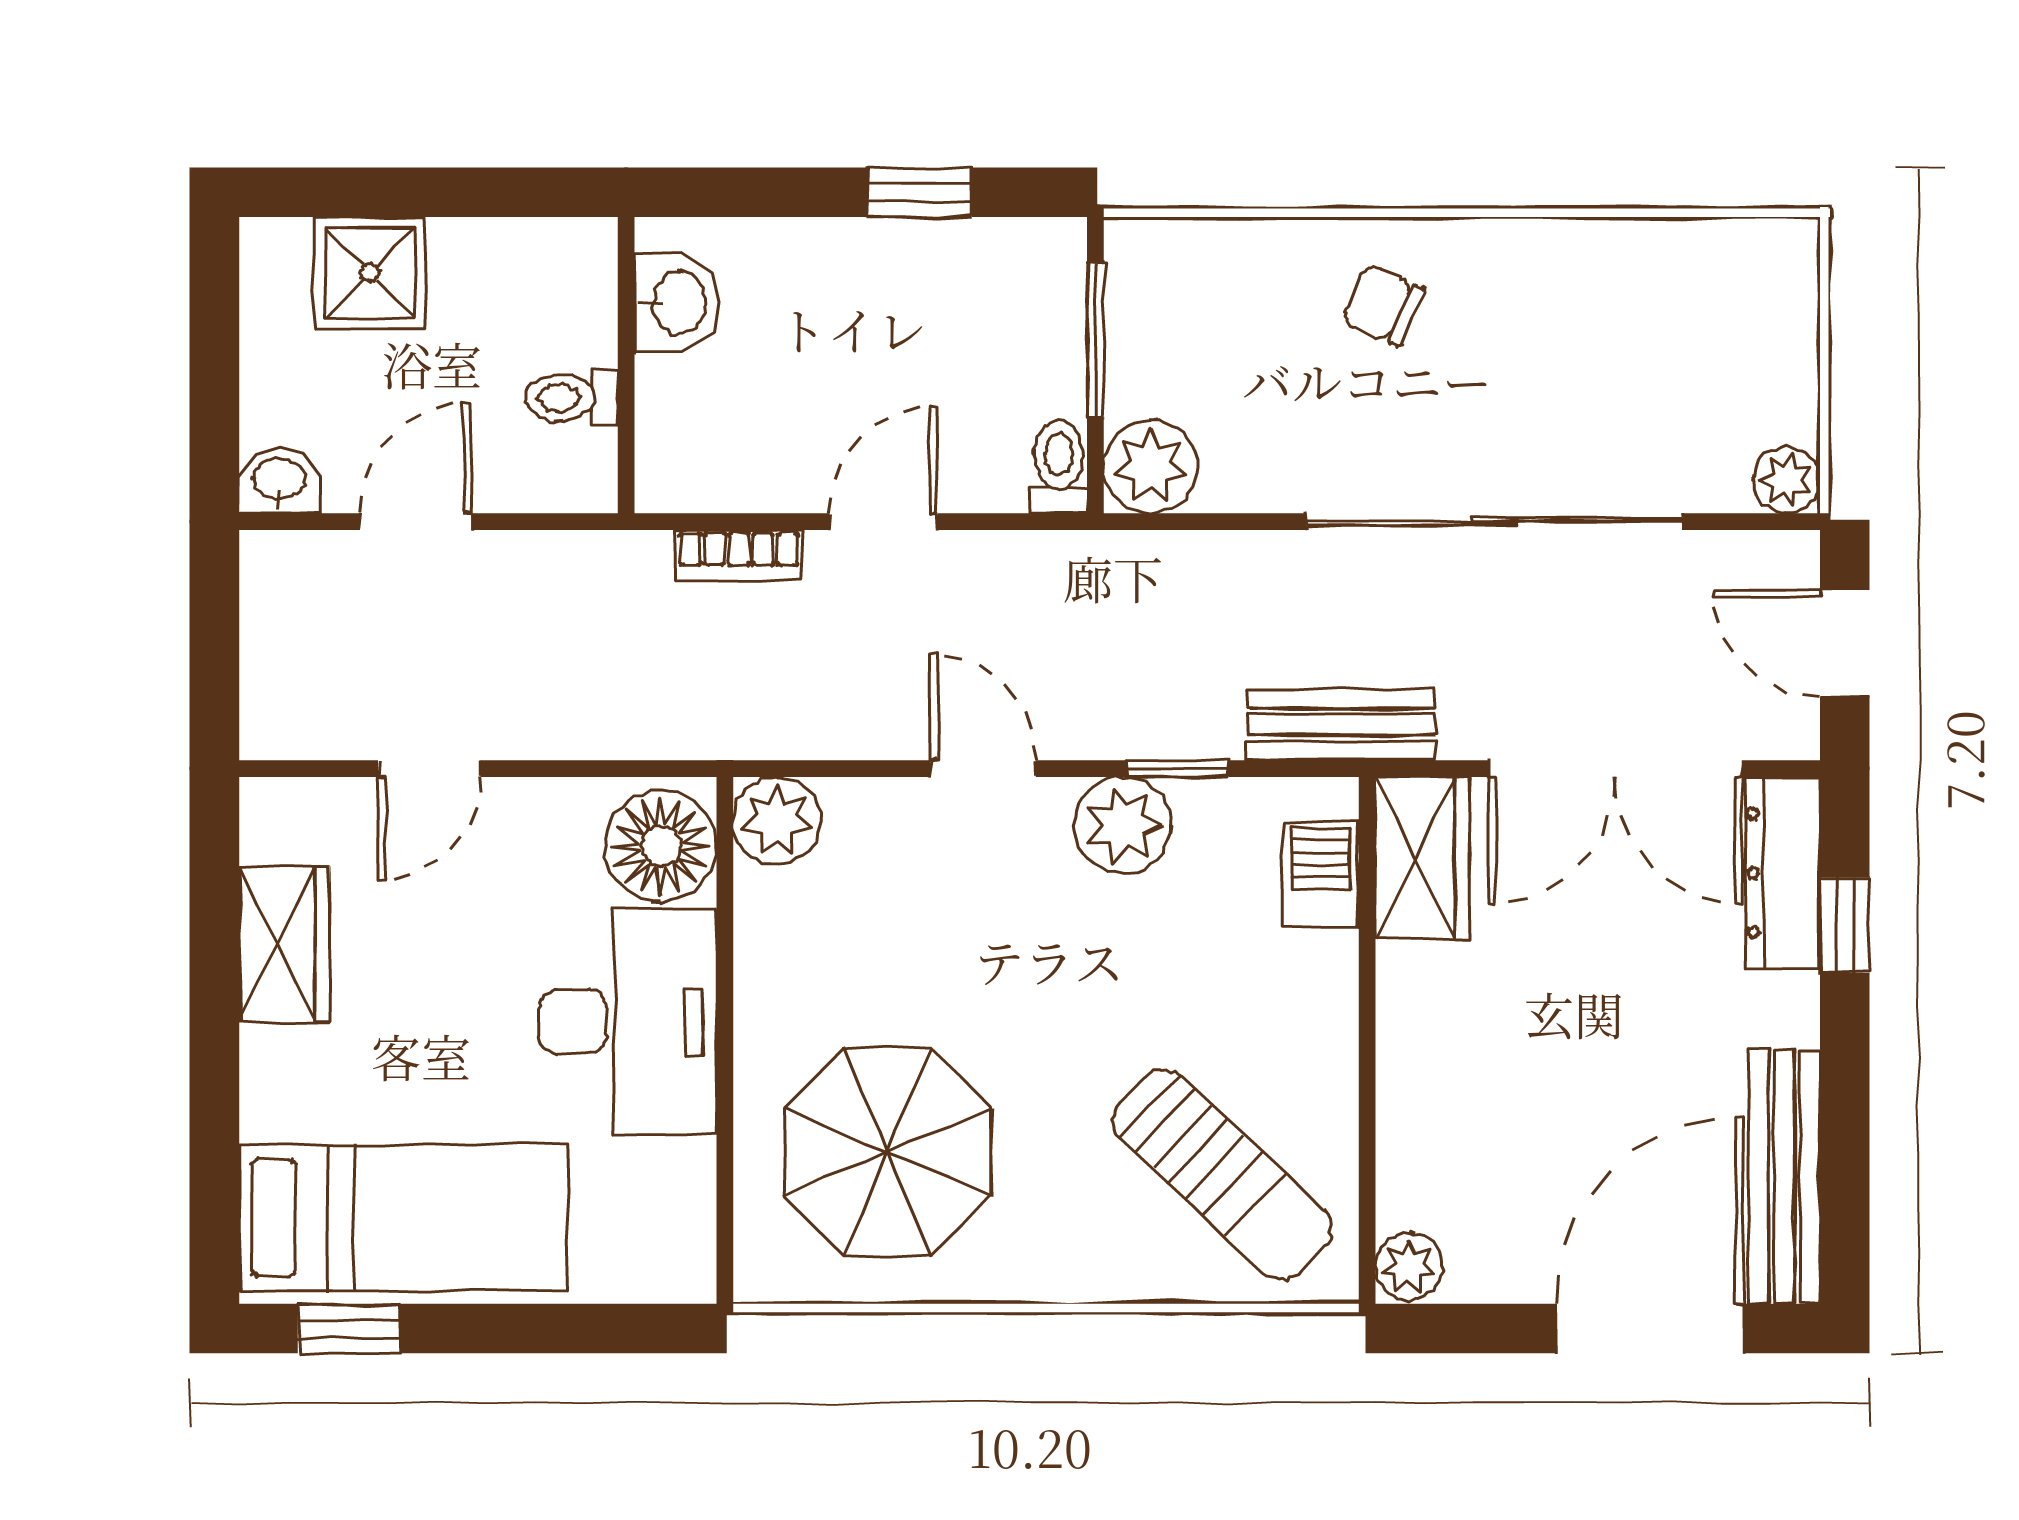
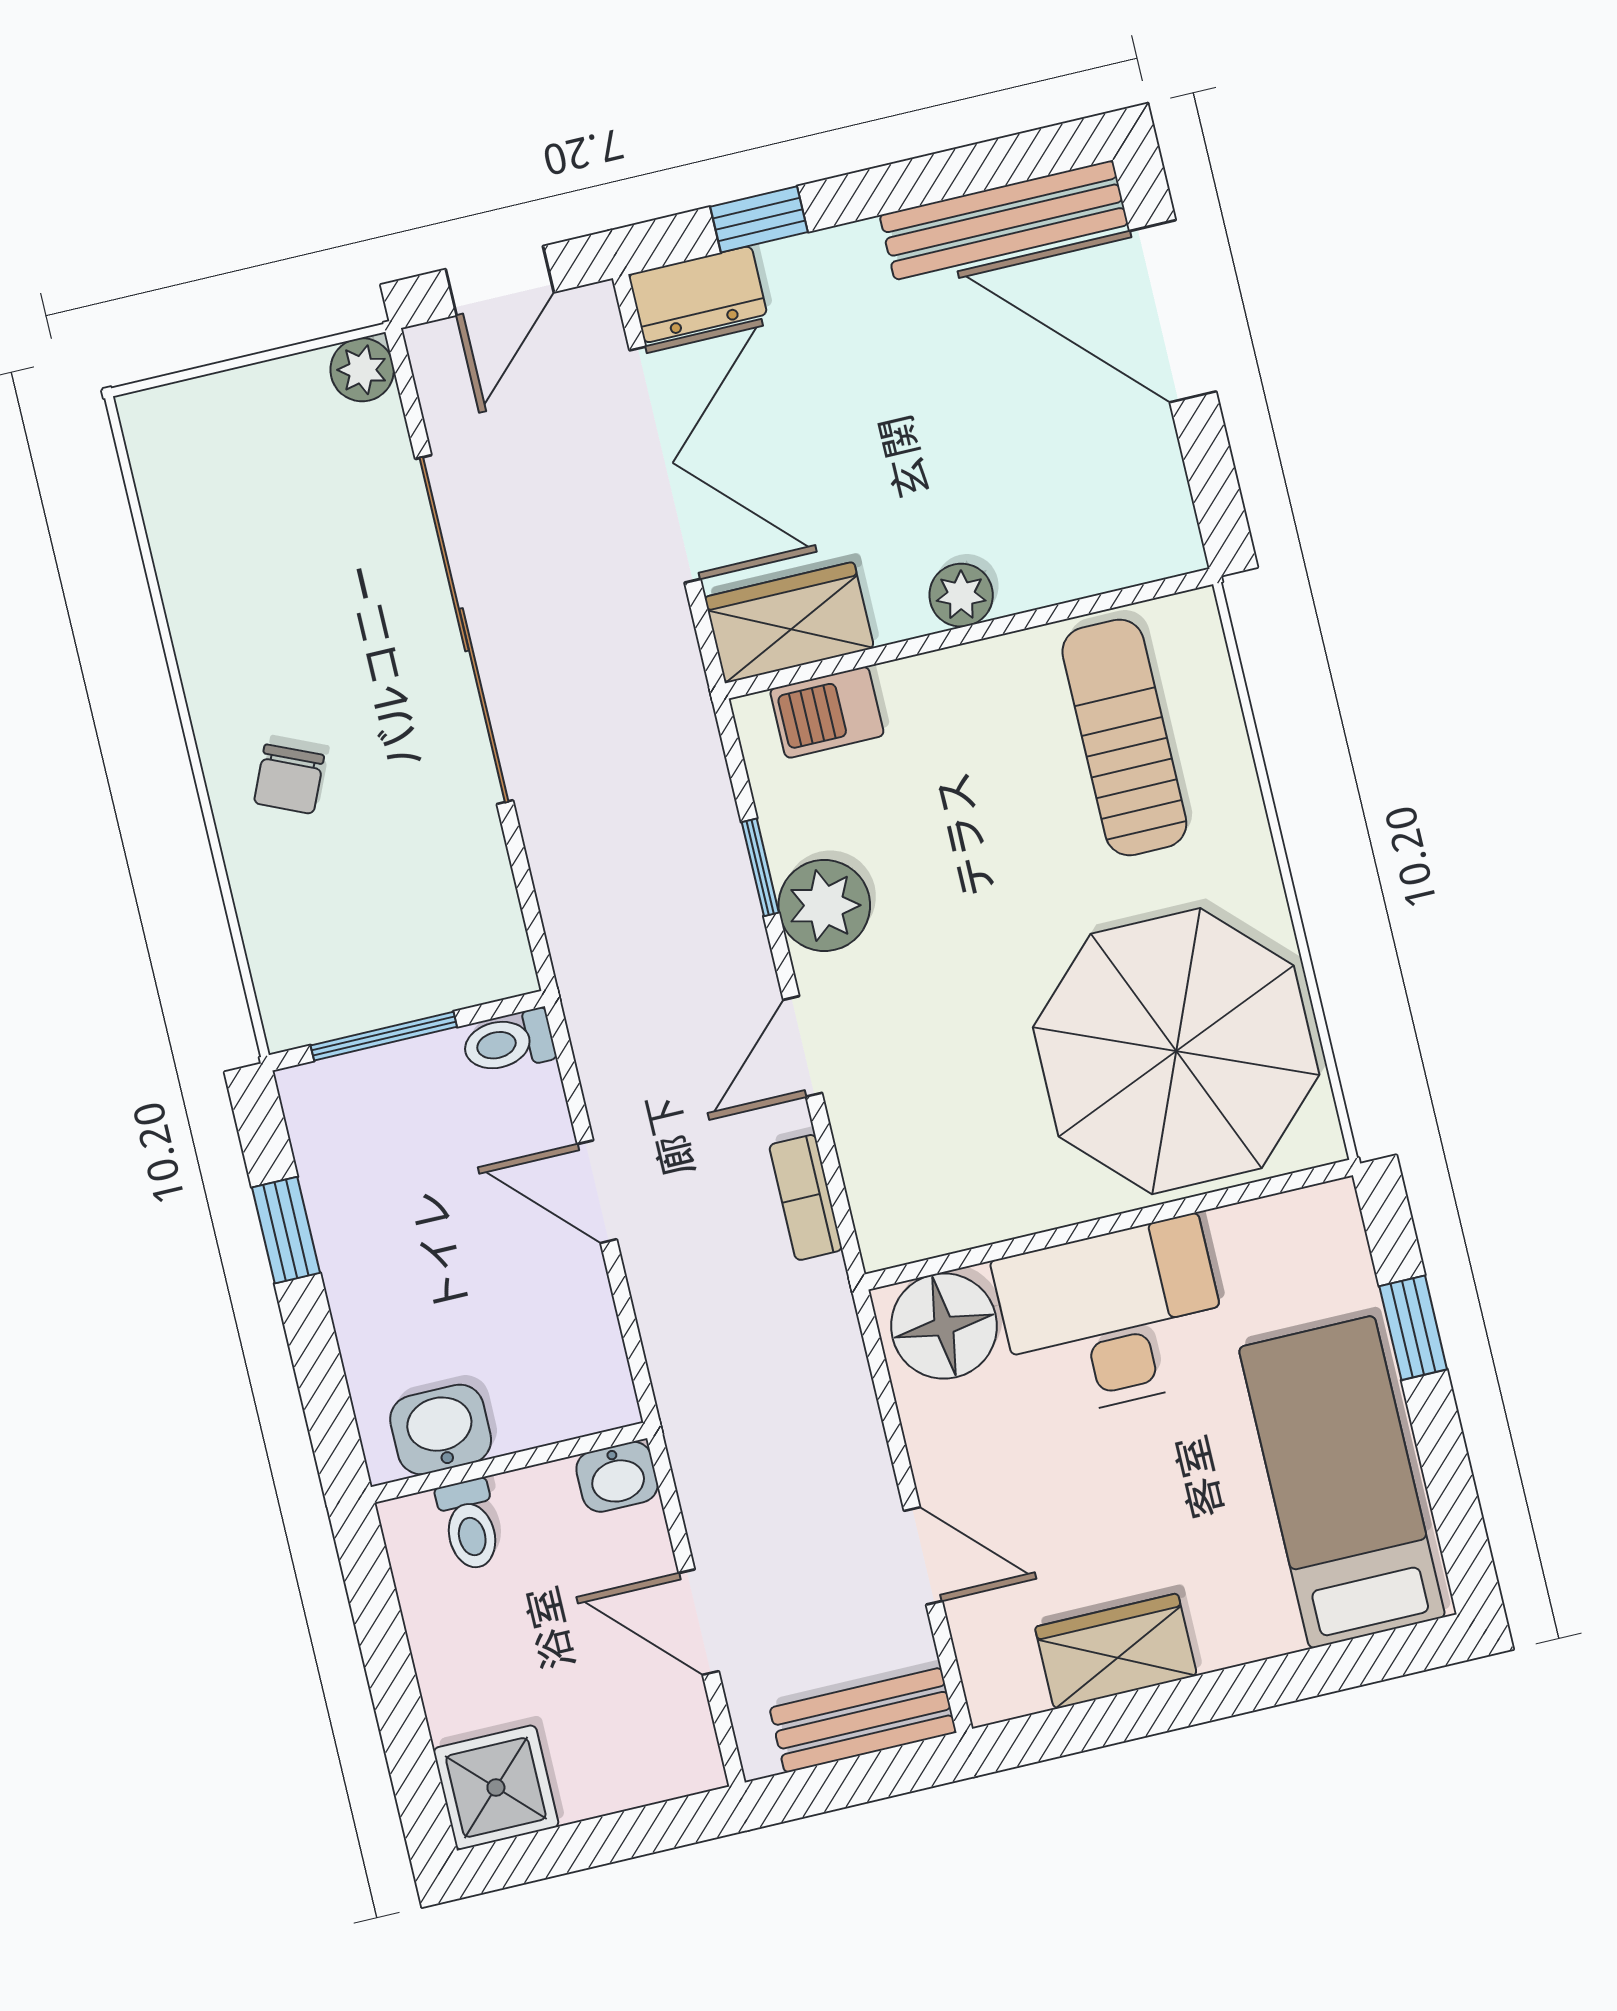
shower: (370, 273) -> (496, 1787), moved
toilet: (572, 398) -> (469, 1525), moved
plant: (1151, 466) -> (488, 958), removed
washbasin: (280, 481) -> (617, 1477), moved, turned -90
bookcase: (739, 555) -> (806, 1197), moved, turned 180
bench: (1341, 725) -> (863, 1720), moved, turned 90
plant: (777, 821) -> (895, 1225), removed
dresser: (1782, 873) -> (698, 294), width x0.70
parasol: (887, 1152) -> (1176, 1051), width x1.36, depth x1.36
sun lounger: (1223, 1175) -> (1124, 737), turned -43
plant: (1409, 1266) -> (961, 595), moved
window: (349, 1329) -> (1413, 1328), moved

